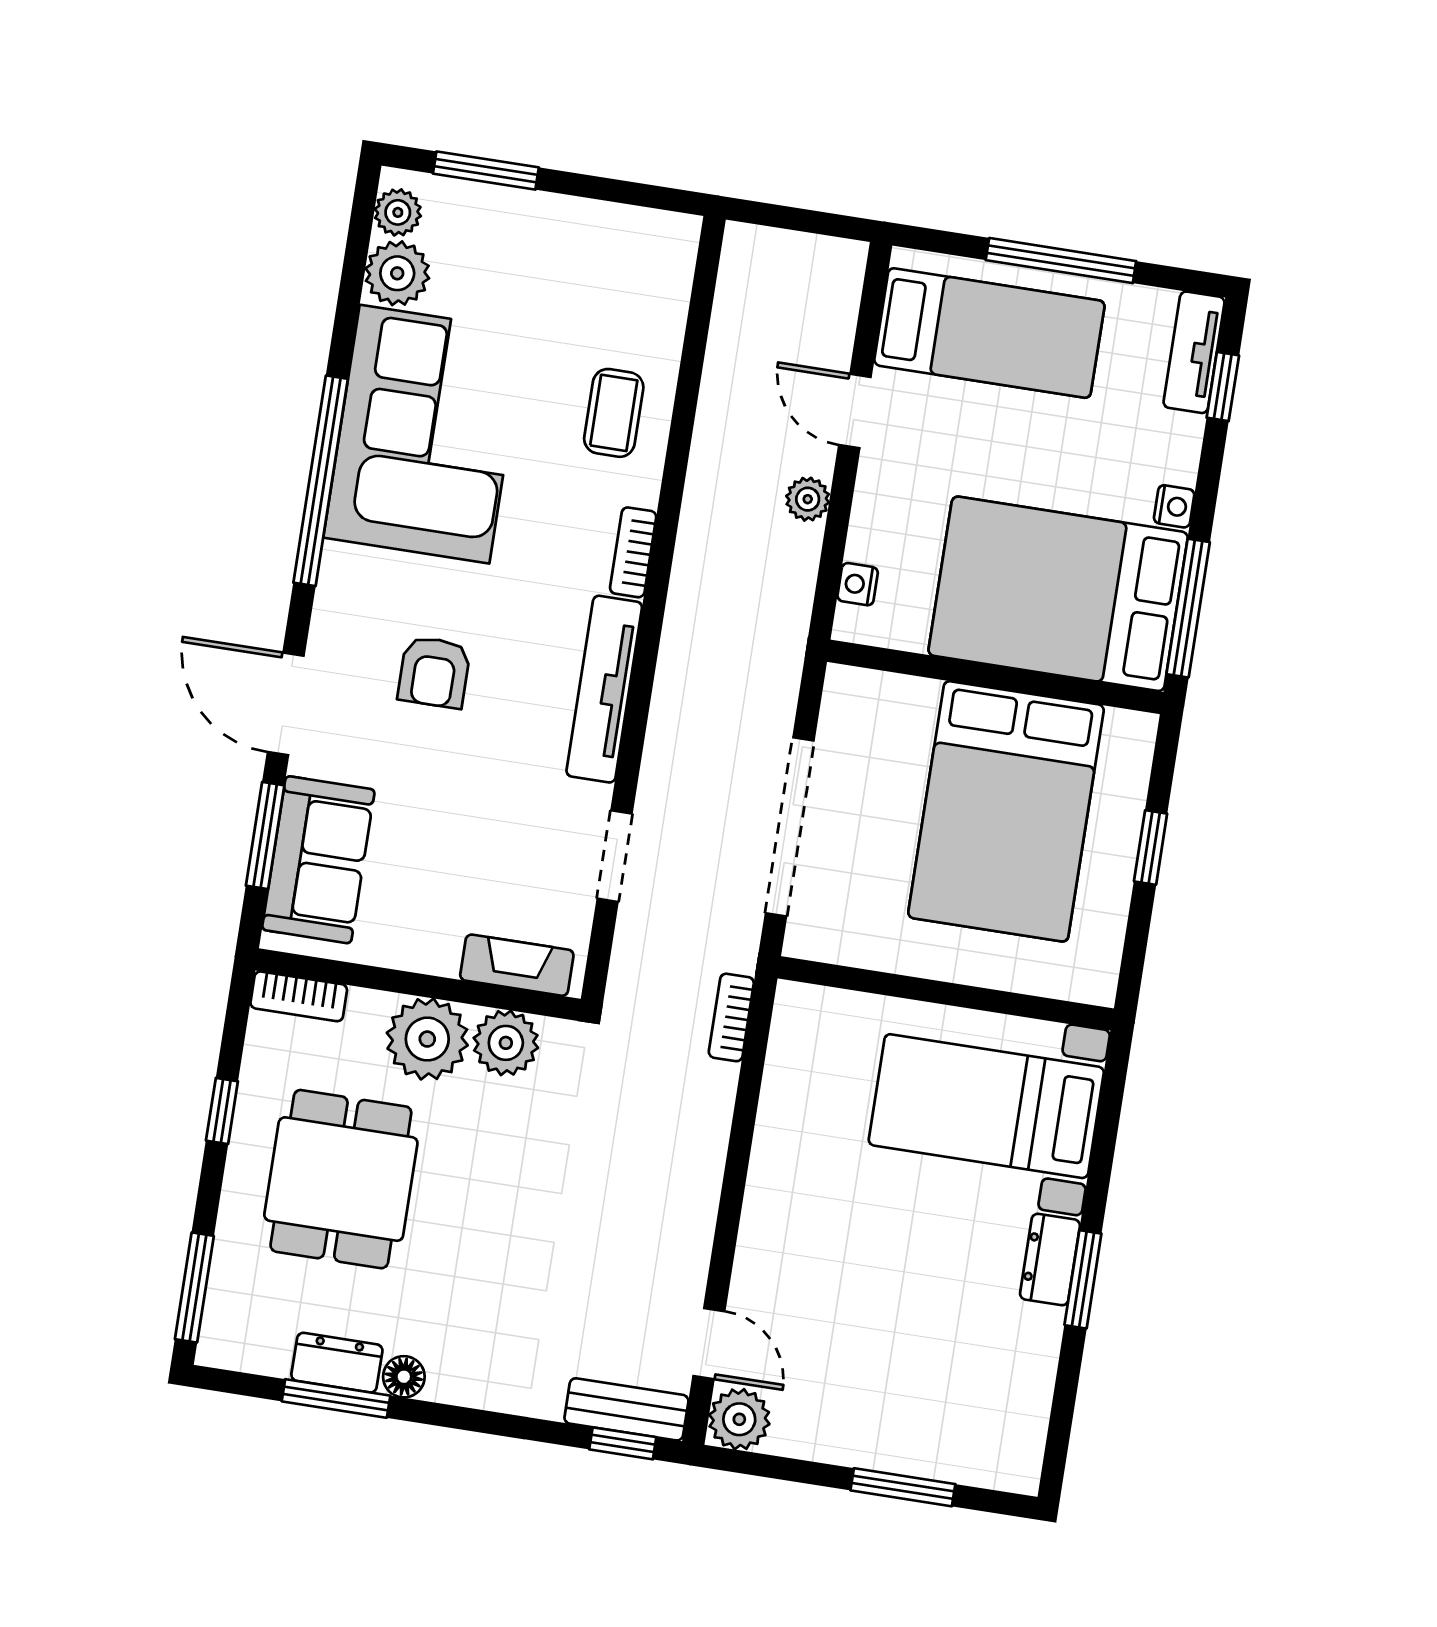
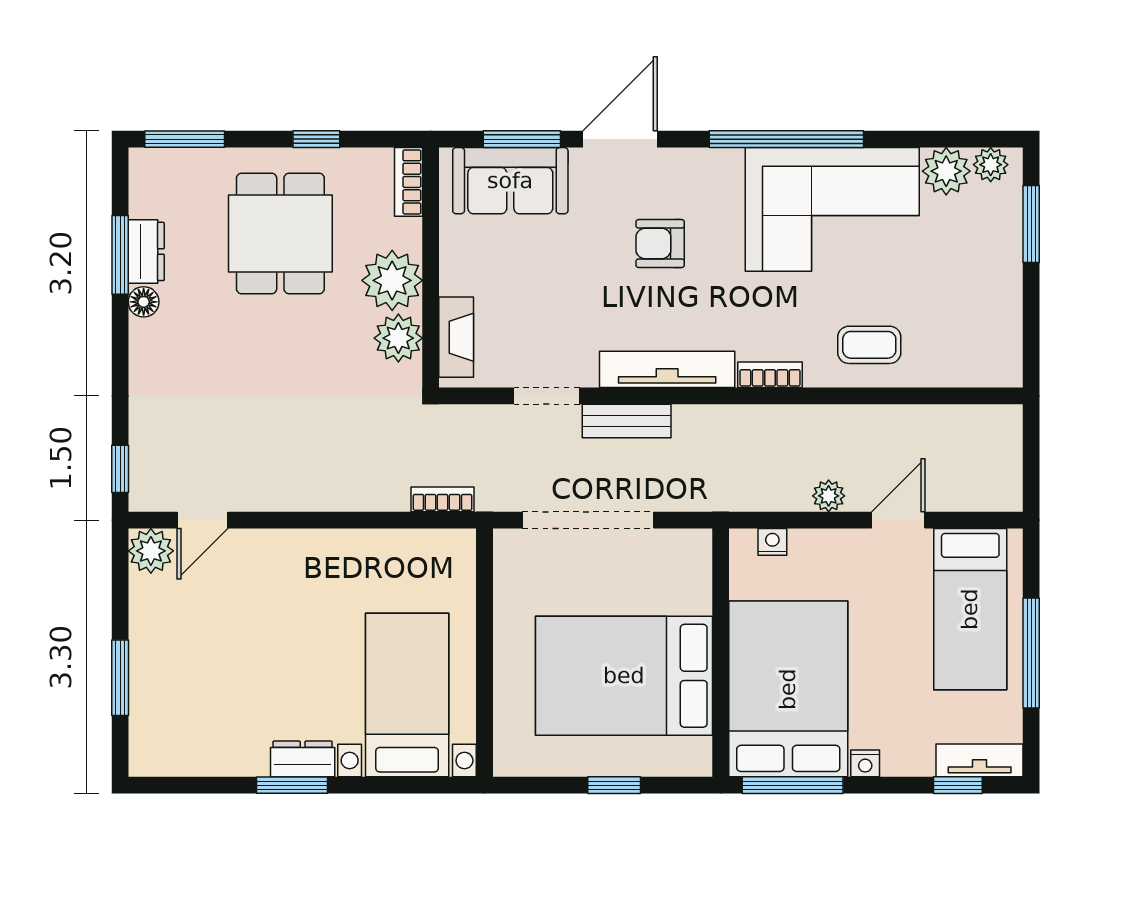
dining table: (341, 1179) -> (280, 234), turned 90
bench: (626, 1409) -> (627, 421), moved, turned 90

